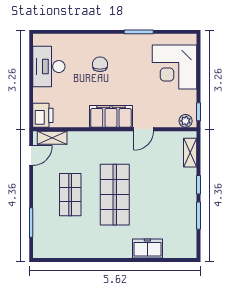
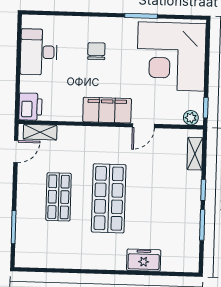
corner desk: (175, 67) -> (171, 56), width x1.36, depth x1.36

